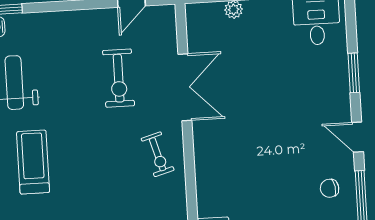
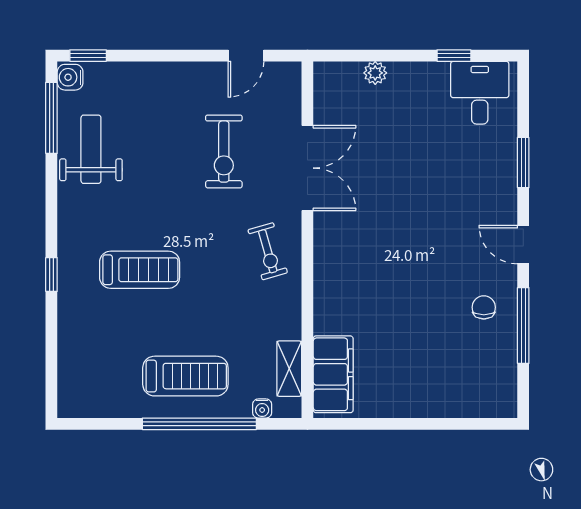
treadmill: (33, 162) -> (140, 270), moved, turned 90
chair: (330, 188) -> (484, 307), turned 99

